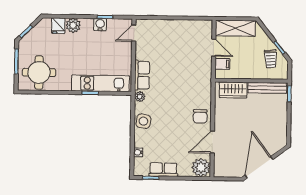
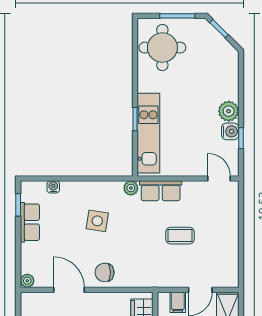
plant: (73, 25) -> (229, 111), moved
fridge: (58, 26) -> (228, 73), removed
coffee table: (174, 62) -> (180, 236), added
side table: (143, 121) -> (97, 221), moved
plant: (201, 168) -> (27, 281), width x0.53, depth x0.53

